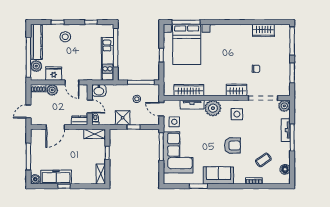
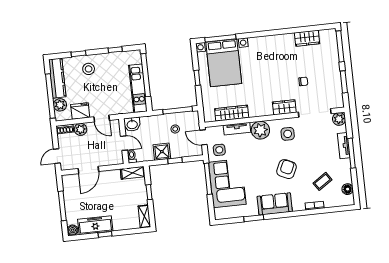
dresser: (80, 120) -> (114, 160), removed
armchair: (232, 145) -> (287, 169), turned -65

